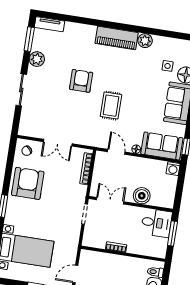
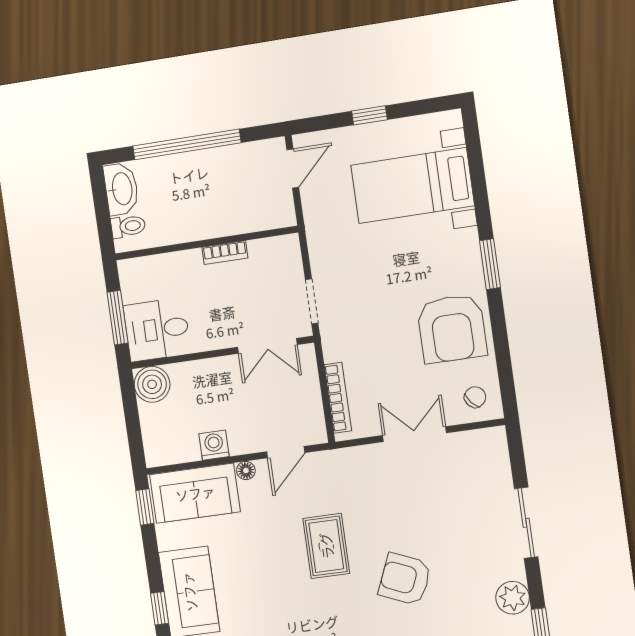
armchair: (81, 81) -> (405, 579), turned 113
door: (116, 152) -> (286, 452), hinge flipped
washing machine: (173, 169) -> (214, 445), moved
boiler: (142, 196) -> (152, 384), moved

